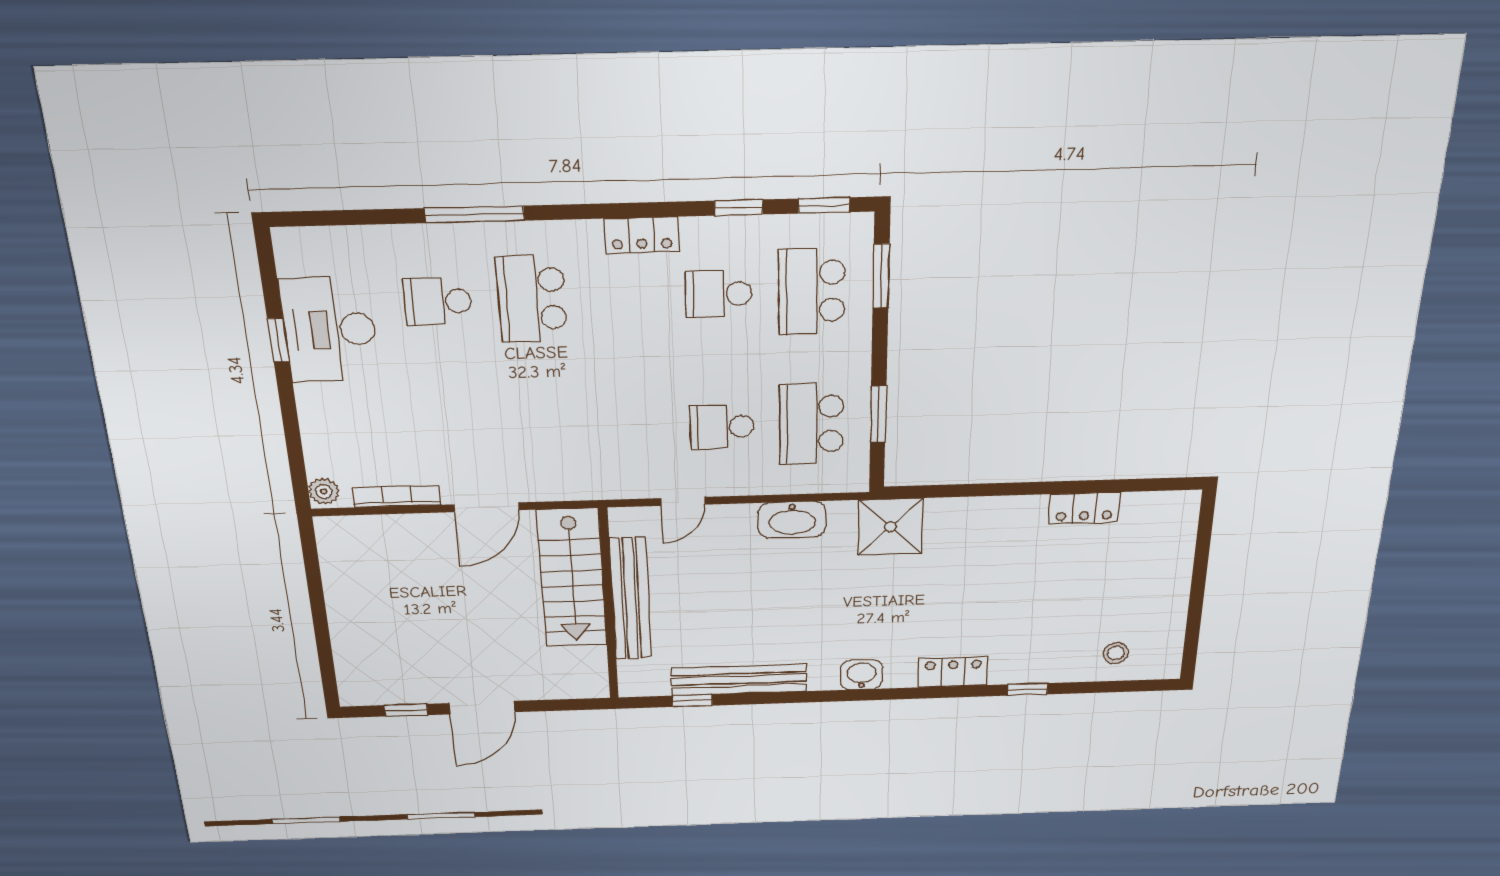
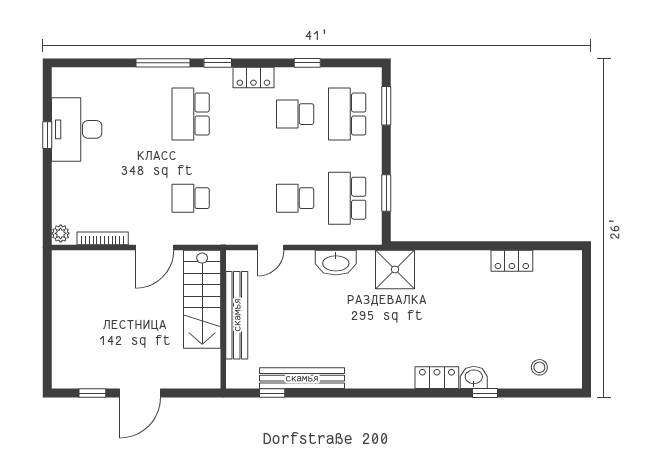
window: (824, 205) -> (218, 63), moved
school desk: (438, 301) -> (191, 198), moved
washbasin: (862, 675) -> (474, 377), moved

